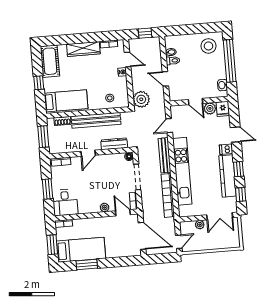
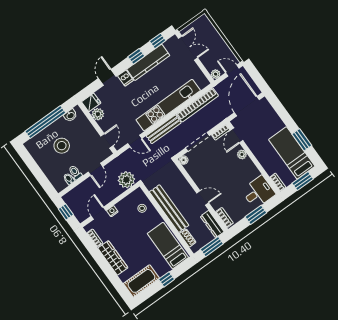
stool: (208, 46) -> (62, 146), moved
door: (196, 101) -> (107, 141), moved
dresser: (114, 144) -> (212, 224), moved
plant: (200, 225) -> (216, 74), moved

